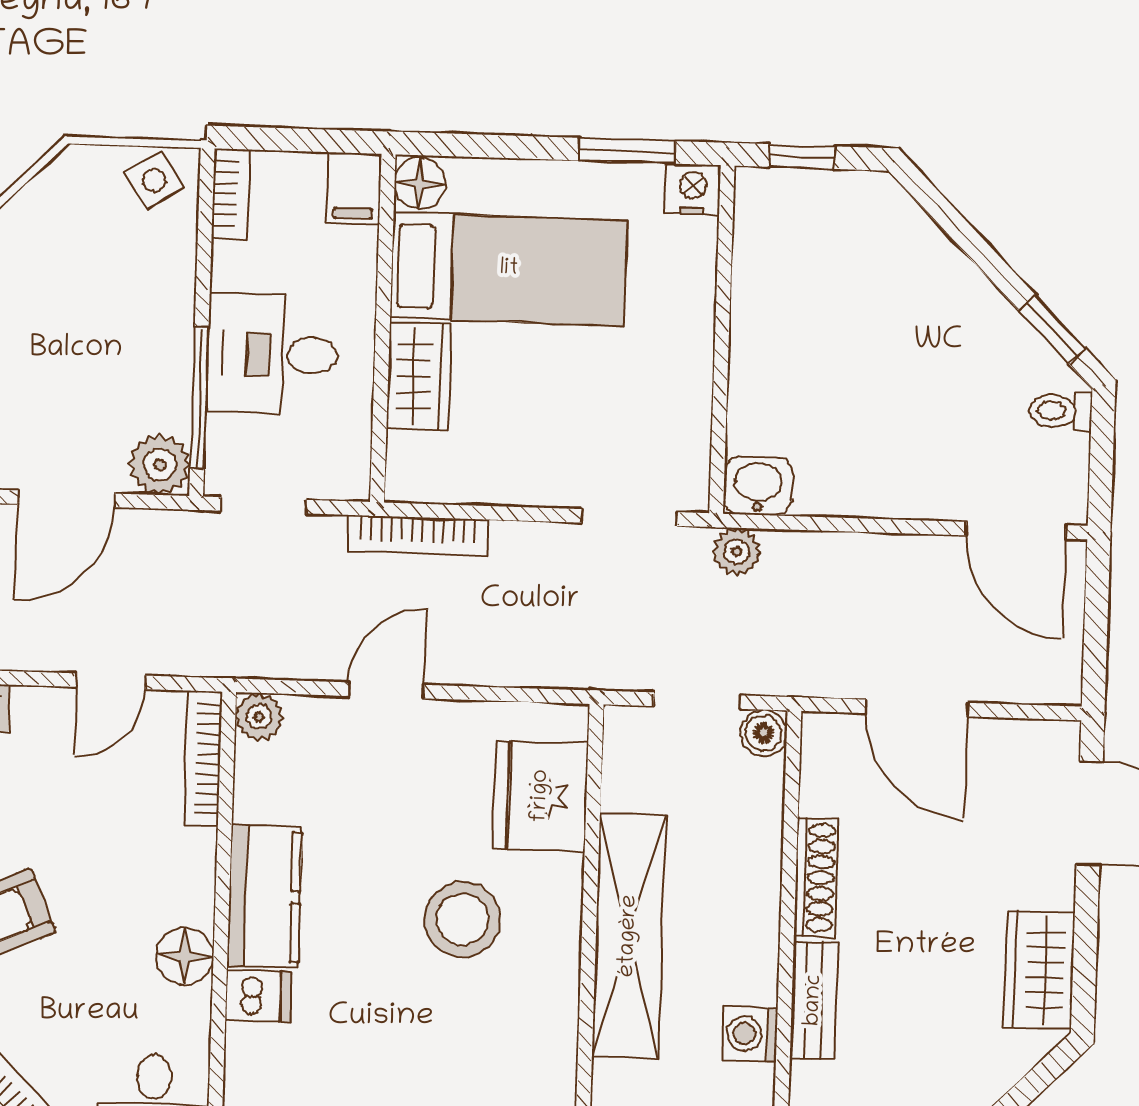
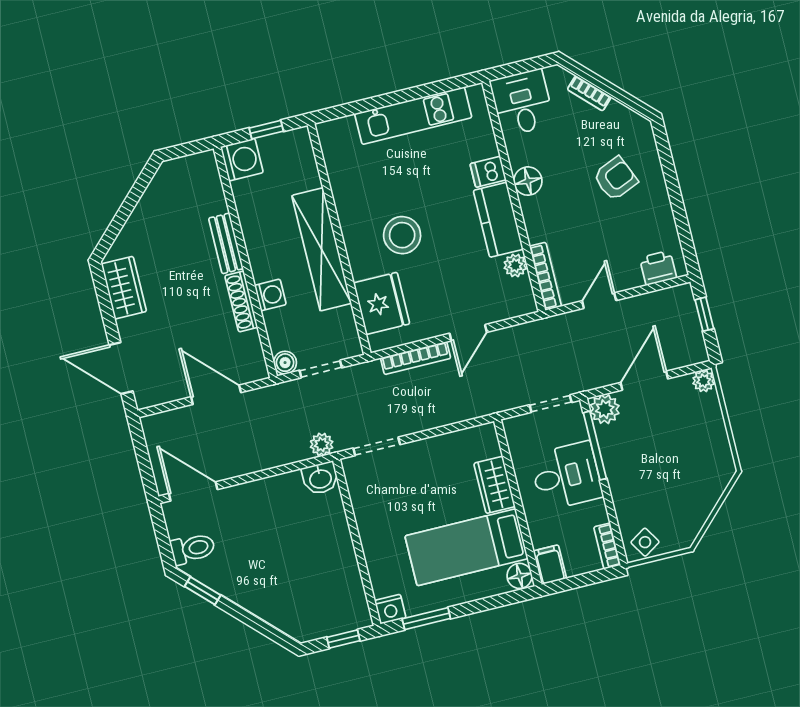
toilet: (1060, 411) -> (193, 549), width x1.37, depth x1.39
bookcase: (417, 535) -> (416, 358), moved, turned 180
plant: (259, 717) -> (515, 265), moved
washing machine: (750, 1034) -> (270, 295), moved

